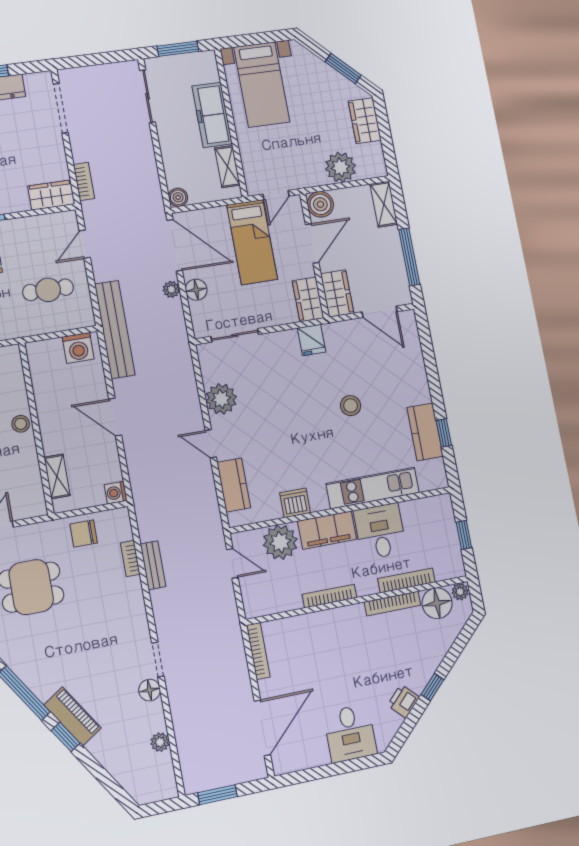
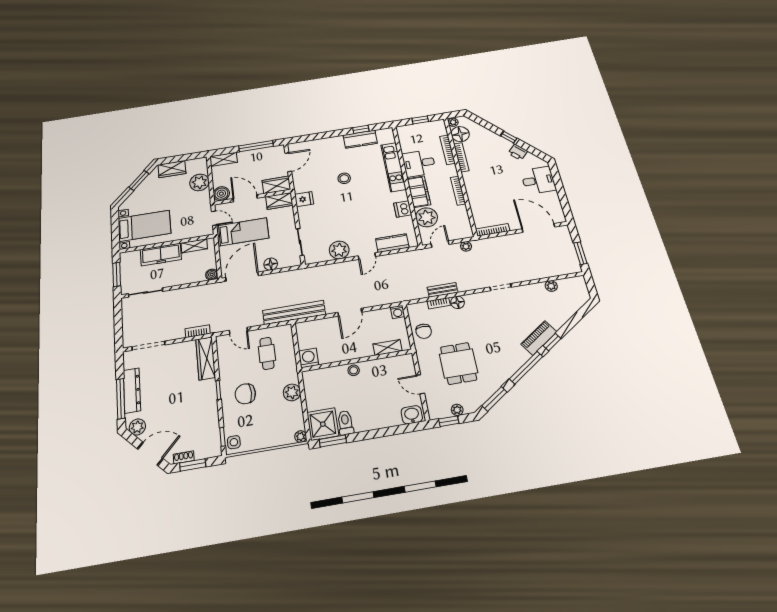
wardrobe: (51, 195) -> (206, 358), width x1.50
plant: (171, 289) -> (466, 246), moved
washing machine: (78, 348) -> (309, 358), moved, turned -90
floor lamp: (150, 690) -> (458, 302), moved

